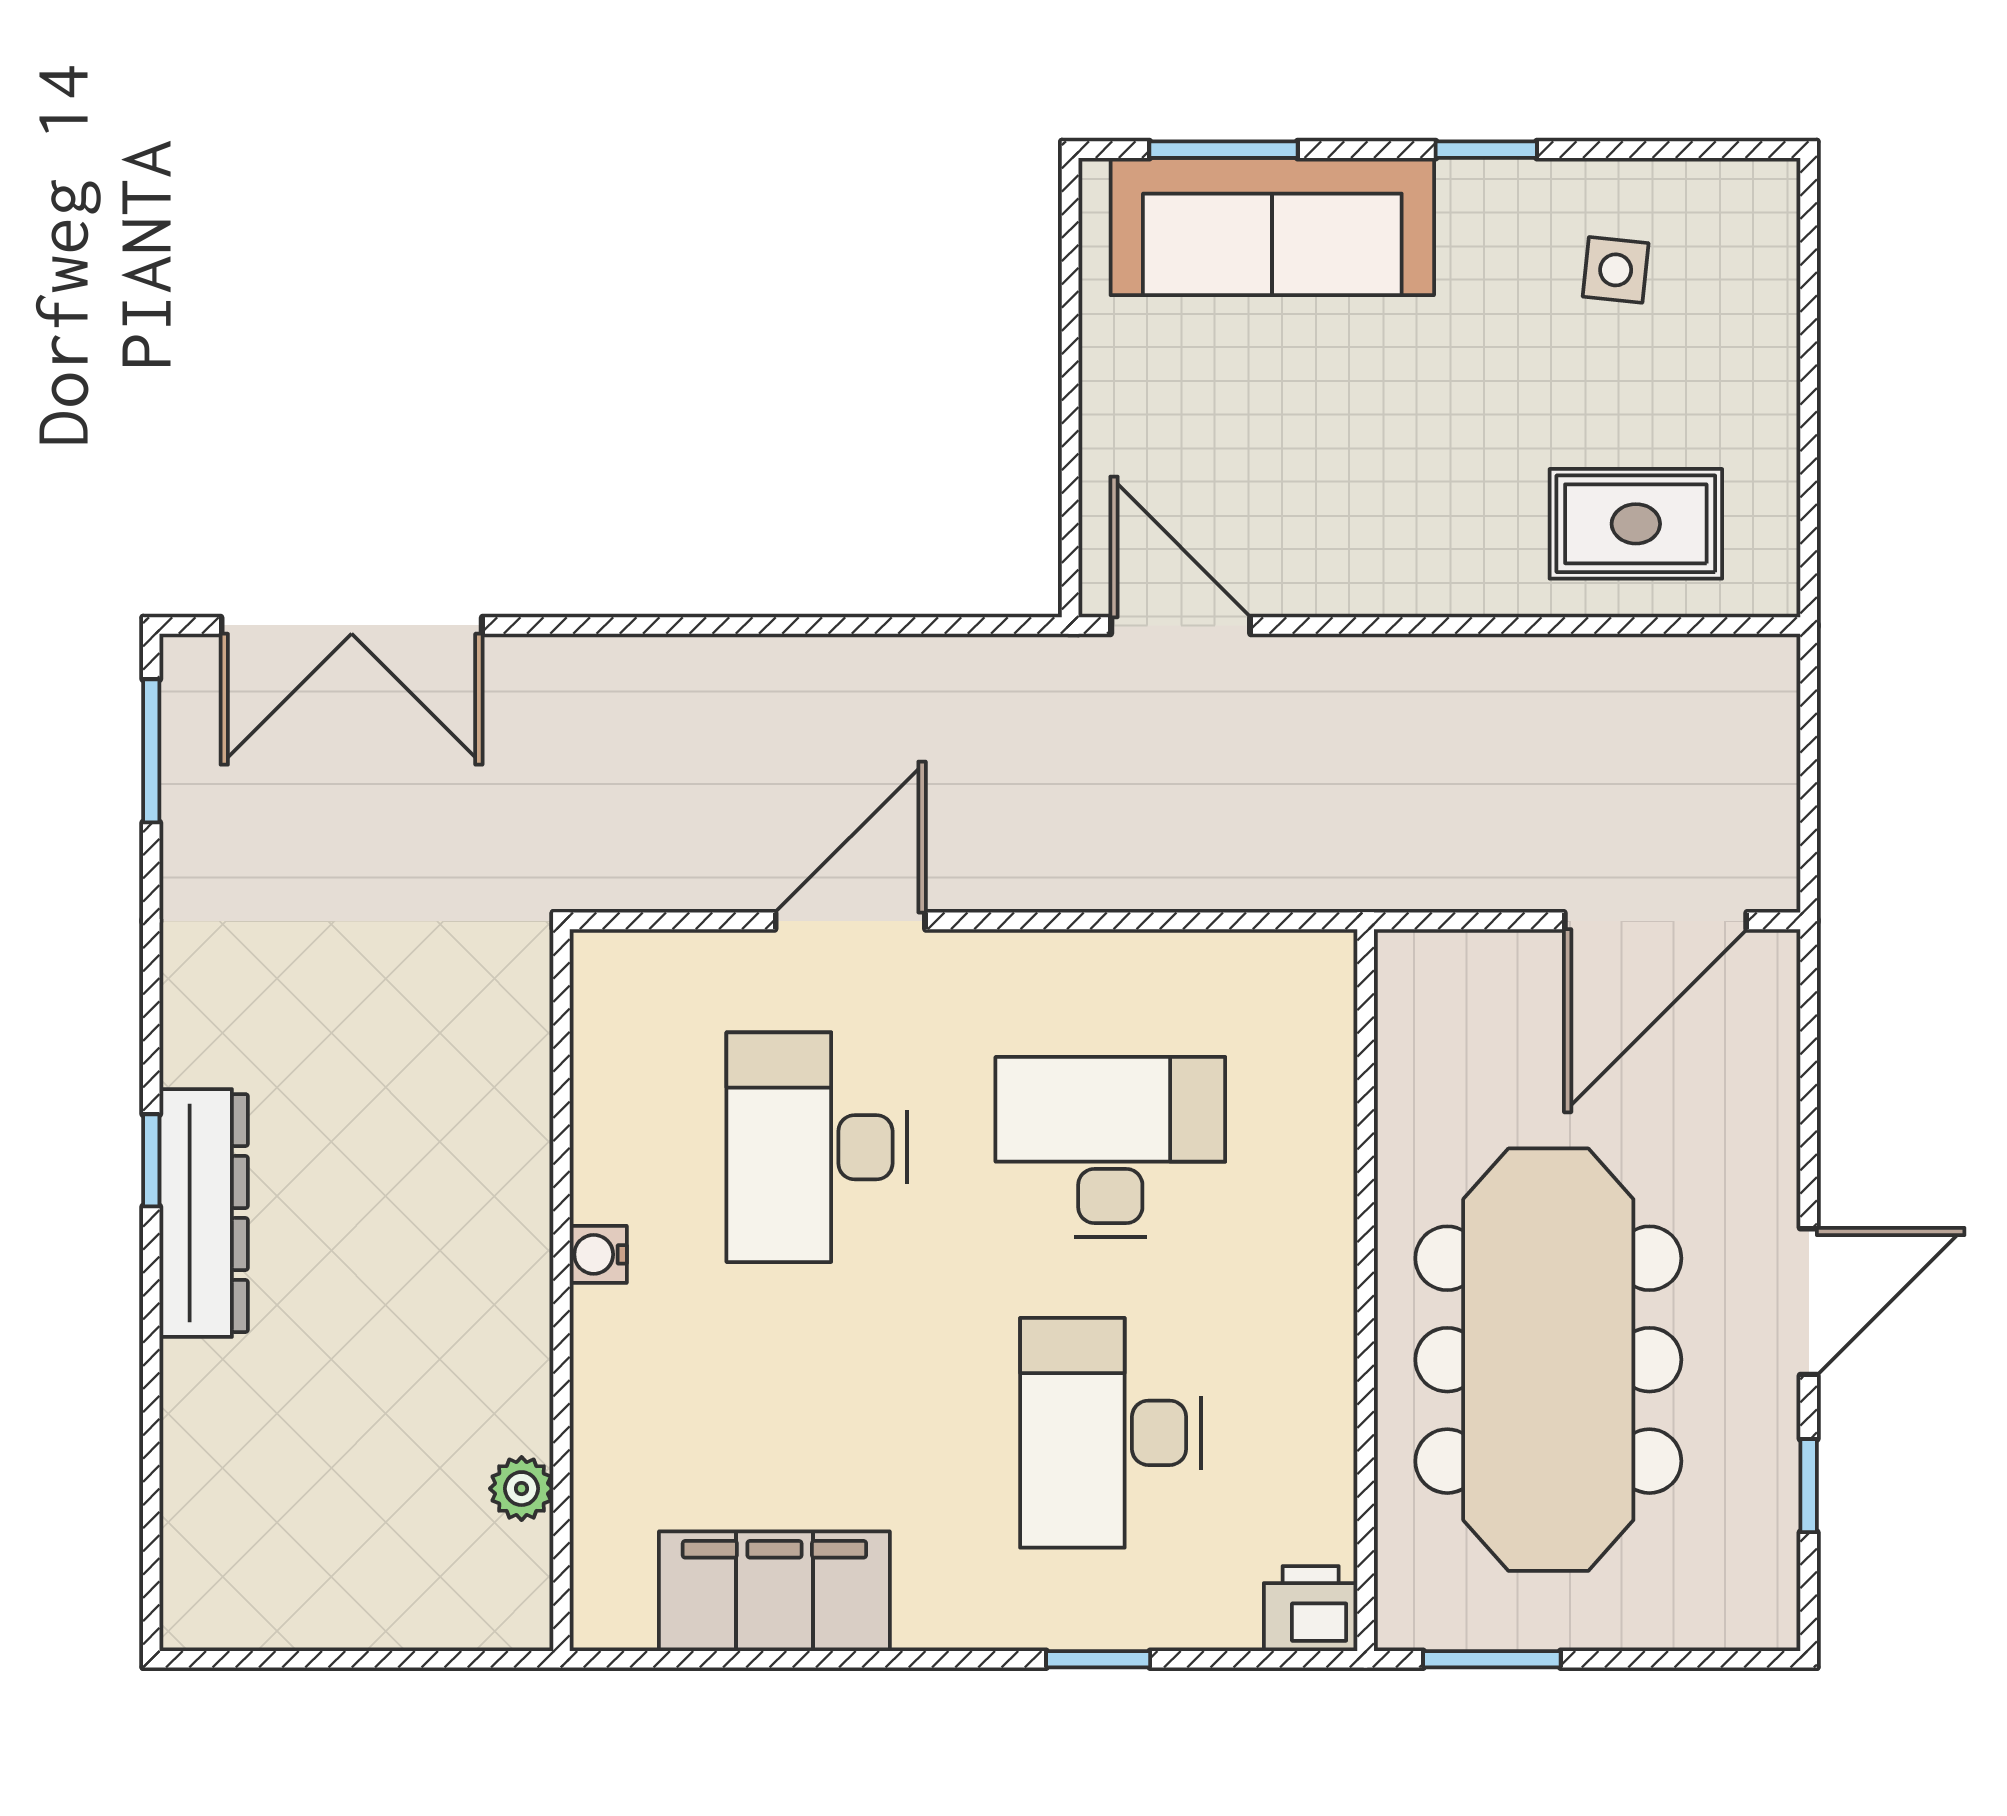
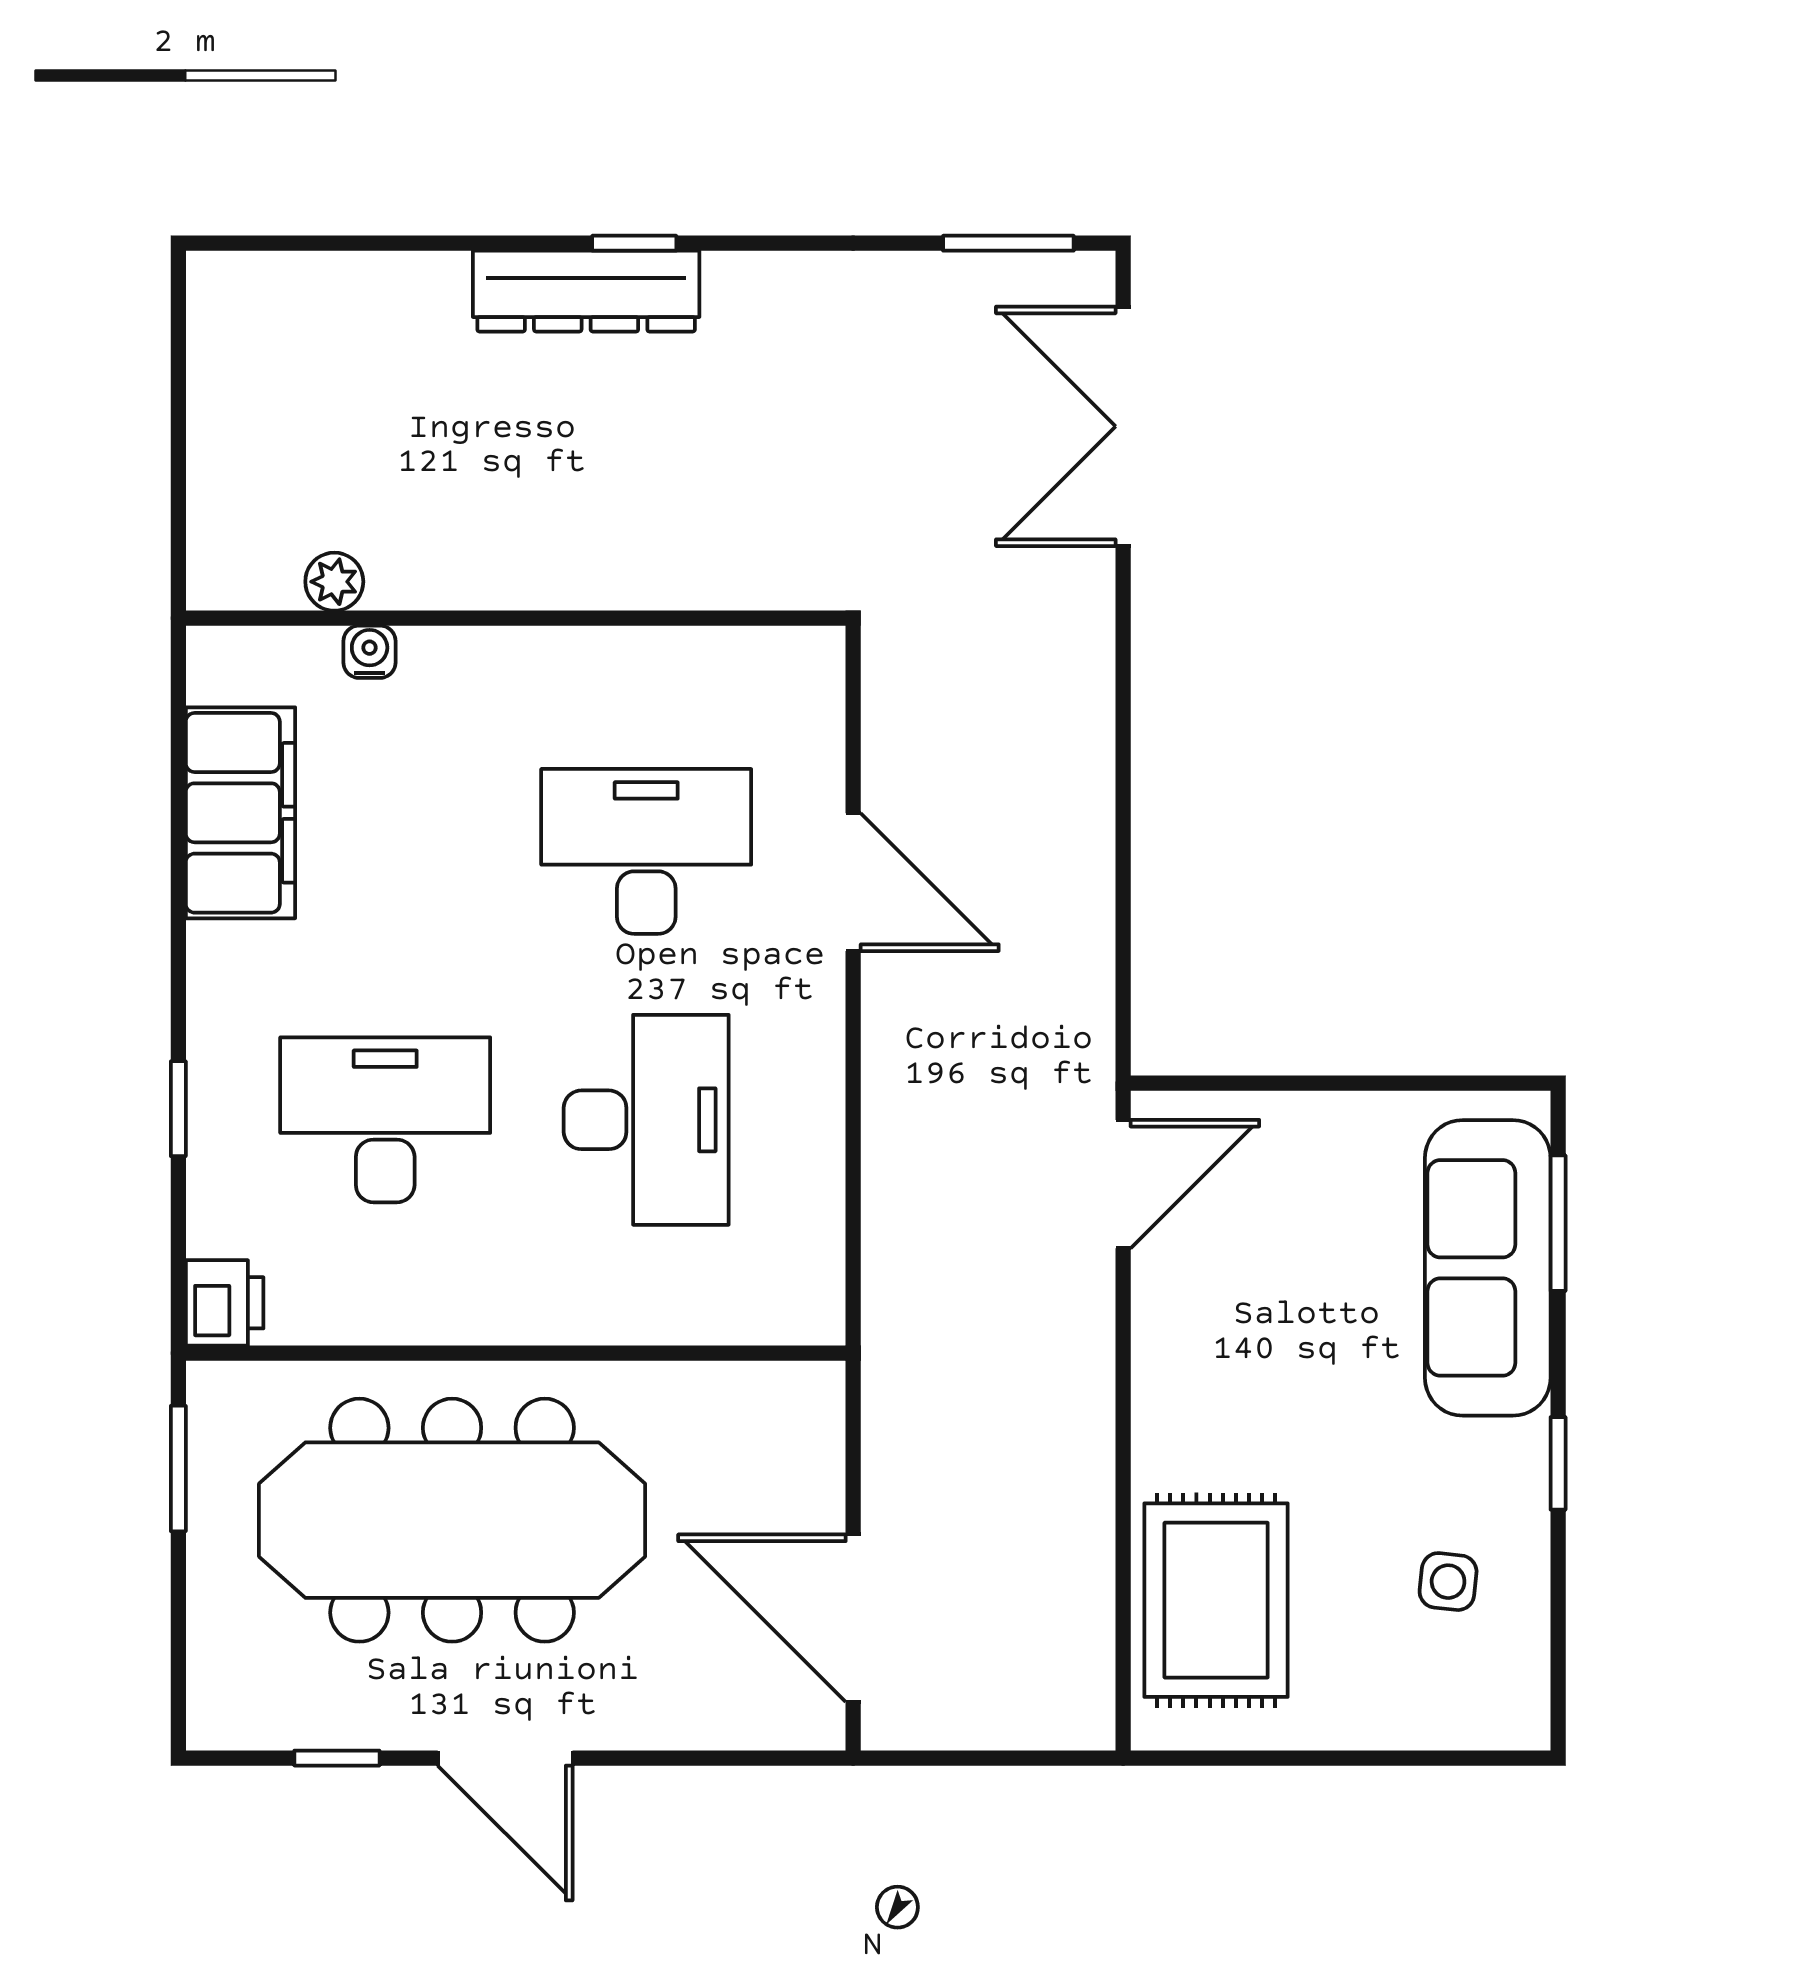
rug: (1636, 524) -> (1216, 1600), width x1.36, depth x1.43
water cooler: (598, 1254) -> (370, 652), moved

